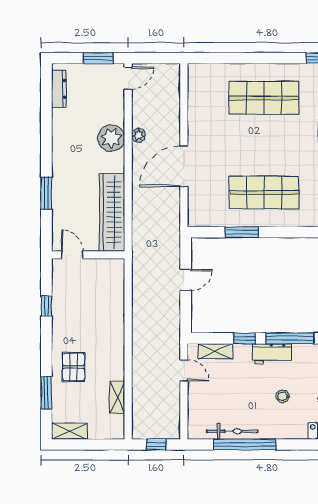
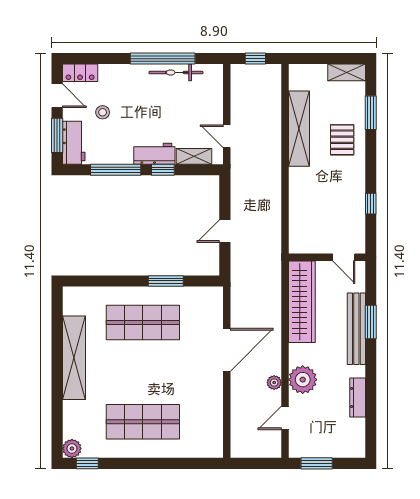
door: (128, 78) -> (285, 418), moved
dresser: (59, 89) -> (358, 397), moved
bench: (60, 187) -> (356, 329), added
workbench: (272, 354) -> (154, 154), moved
stool: (282, 396) -> (103, 112), moved
shelving: (117, 397) -> (299, 129), width x2.20, depth x1.33

